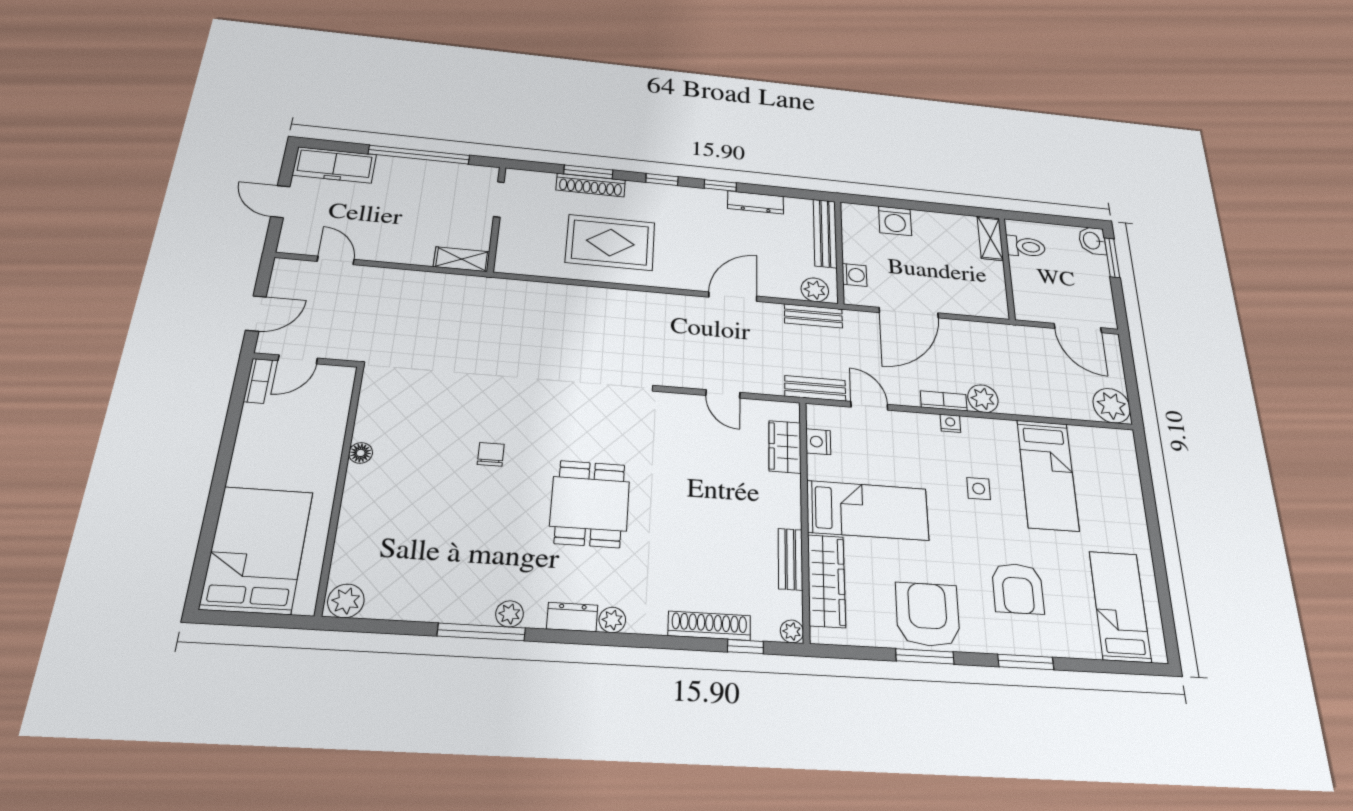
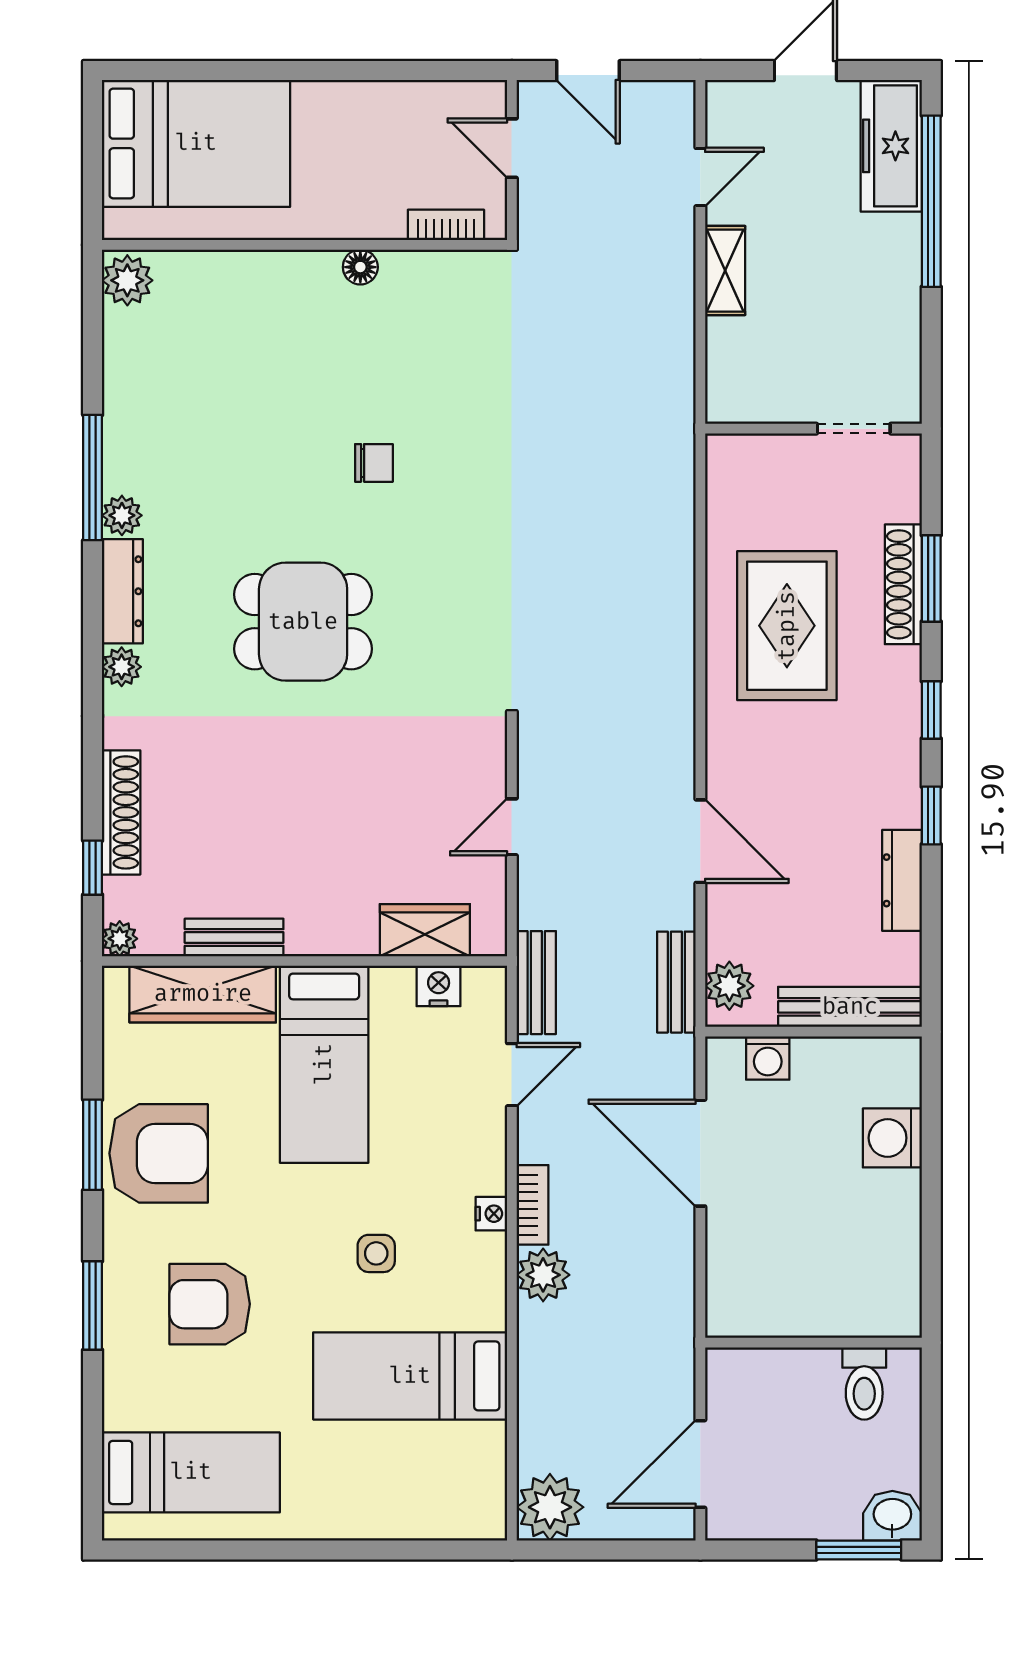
window: (419, 155) -> (931, 201), moved
shelving: (990, 238) -> (875, 1317), removed
shelving: (462, 259) -> (725, 271), moved
bookcase: (258, 381) -> (446, 225), moved, turned 180
dresser: (572, 617) -> (122, 591), width x1.44

